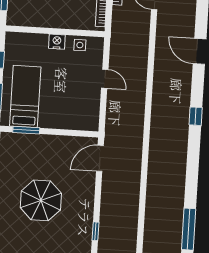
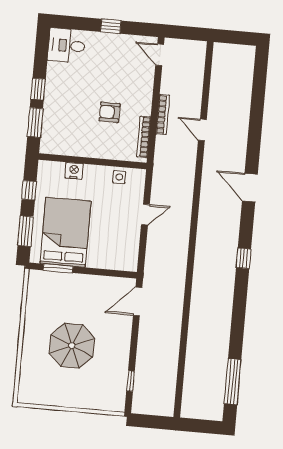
nightstand: (57, 42) -> (74, 171), moved
door: (105, 79) -> (145, 215), hinge flipped
bed: (25, 96) -> (66, 232), width x1.50

